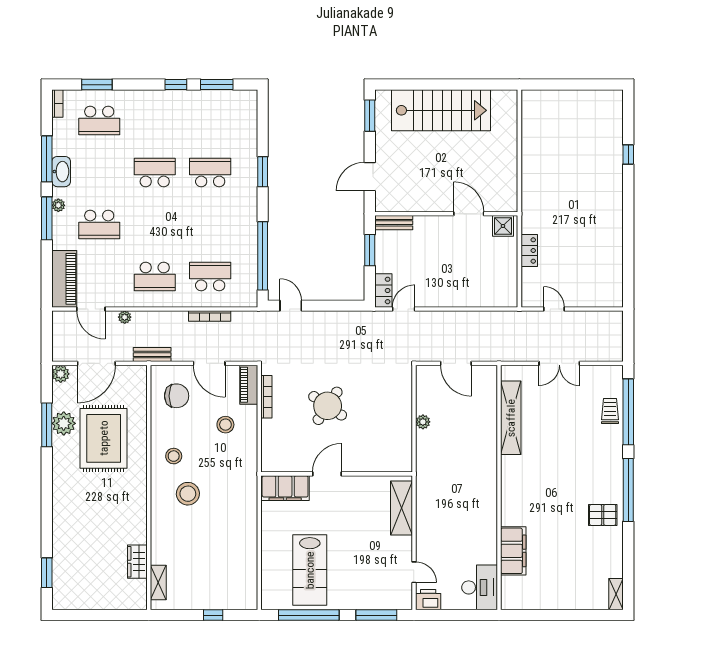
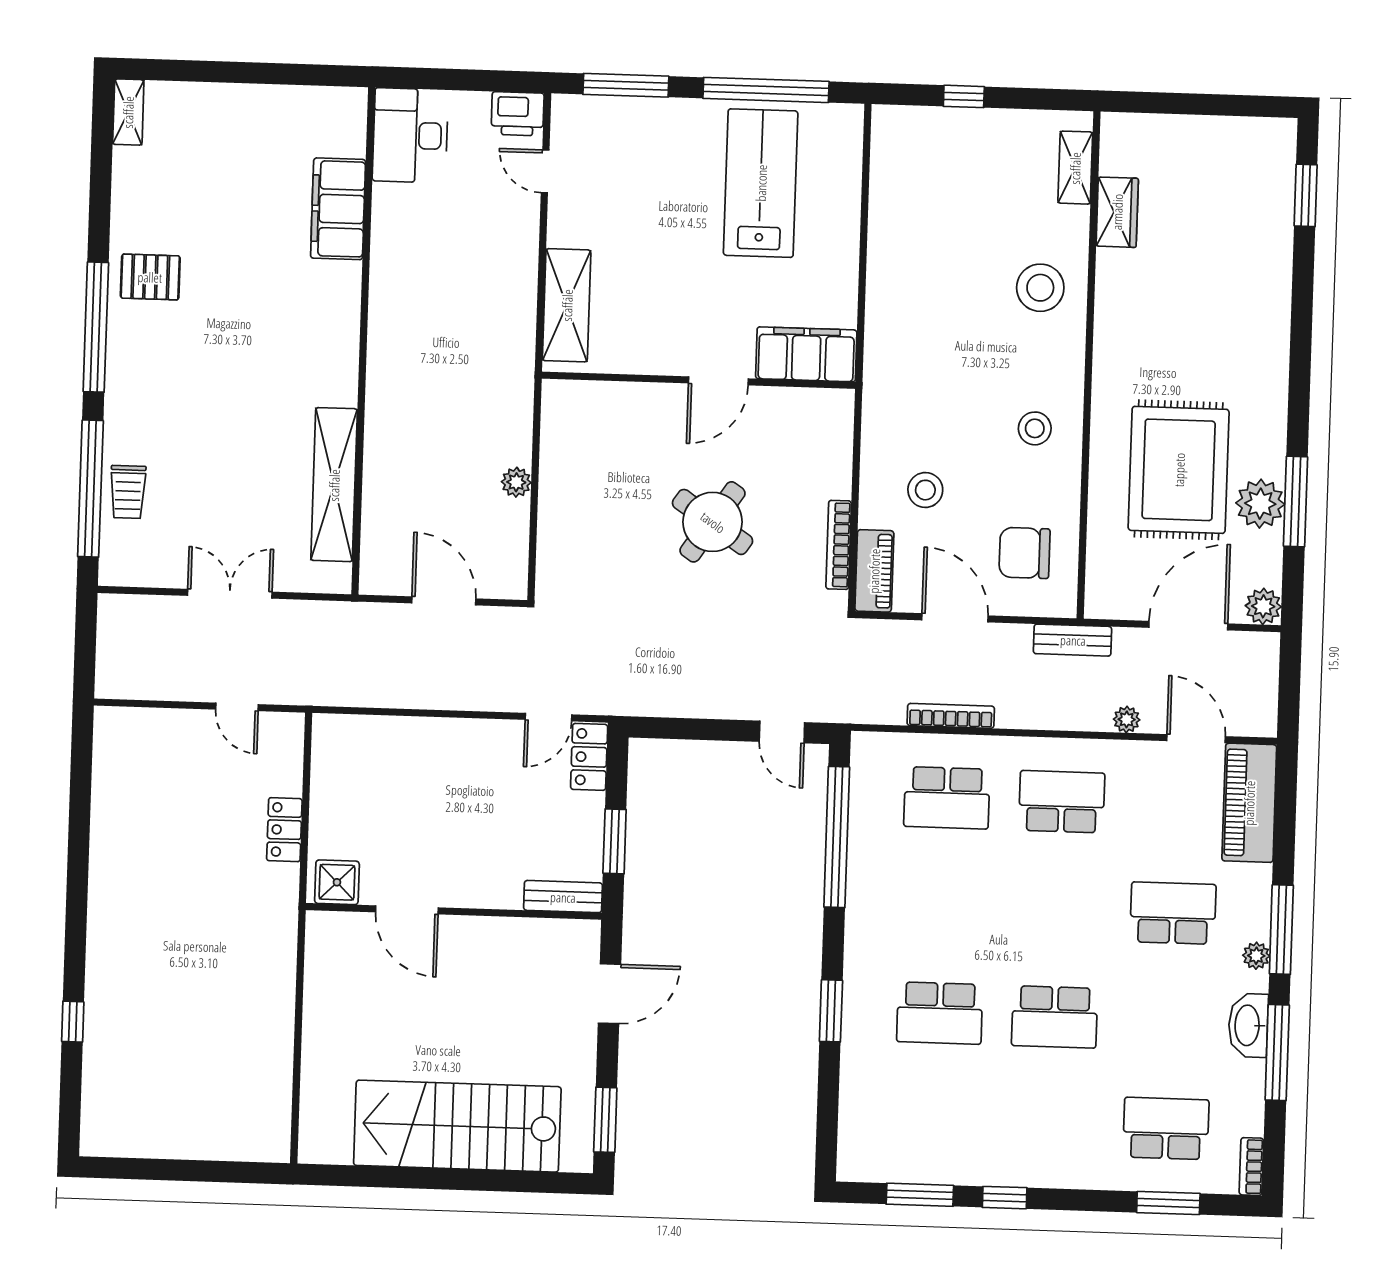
stool: (188, 494) -> (1040, 288), moved

